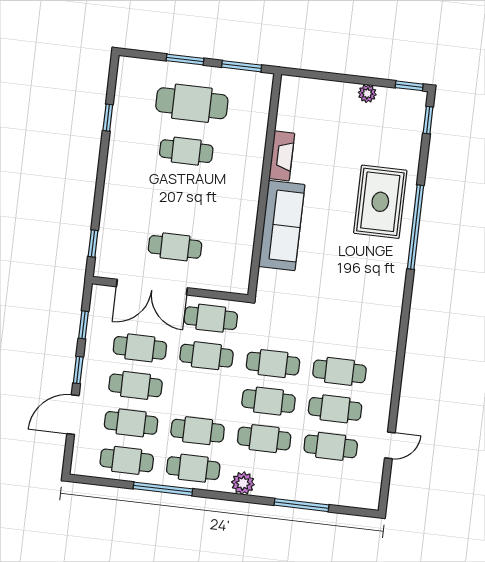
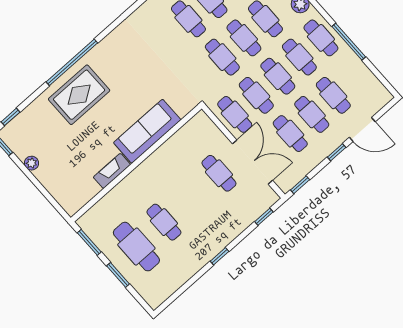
window: (108, 118) -> (220, 256), moved
window: (83, 325) -> (300, 185), moved
cafe table: (127, 460) -> (278, 76), moved

